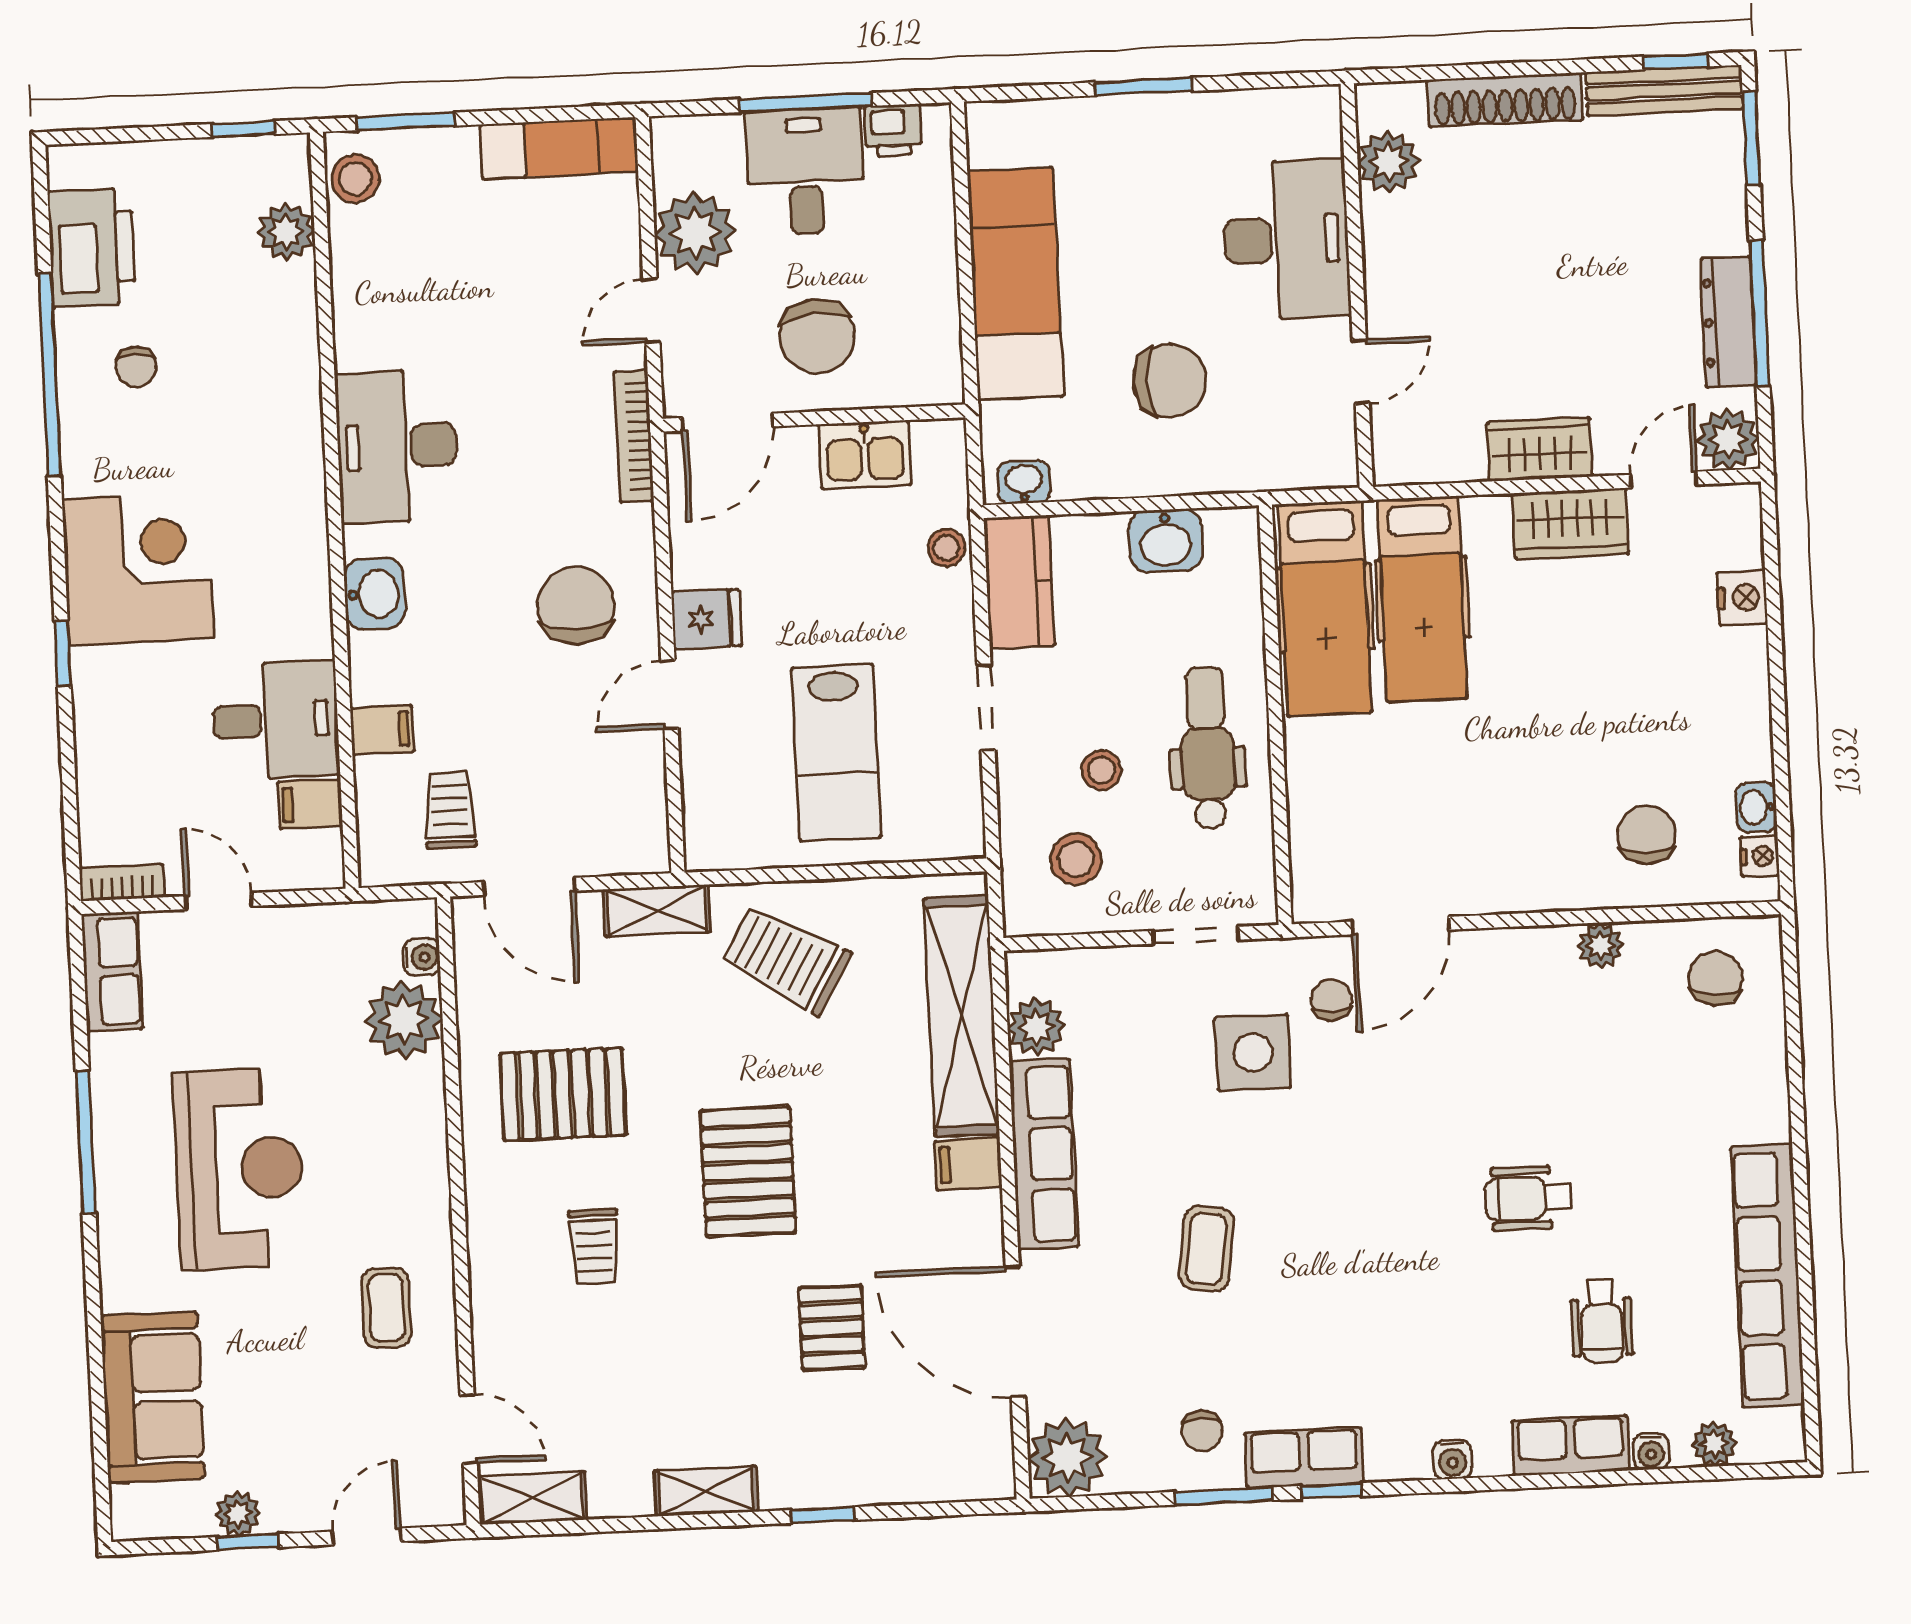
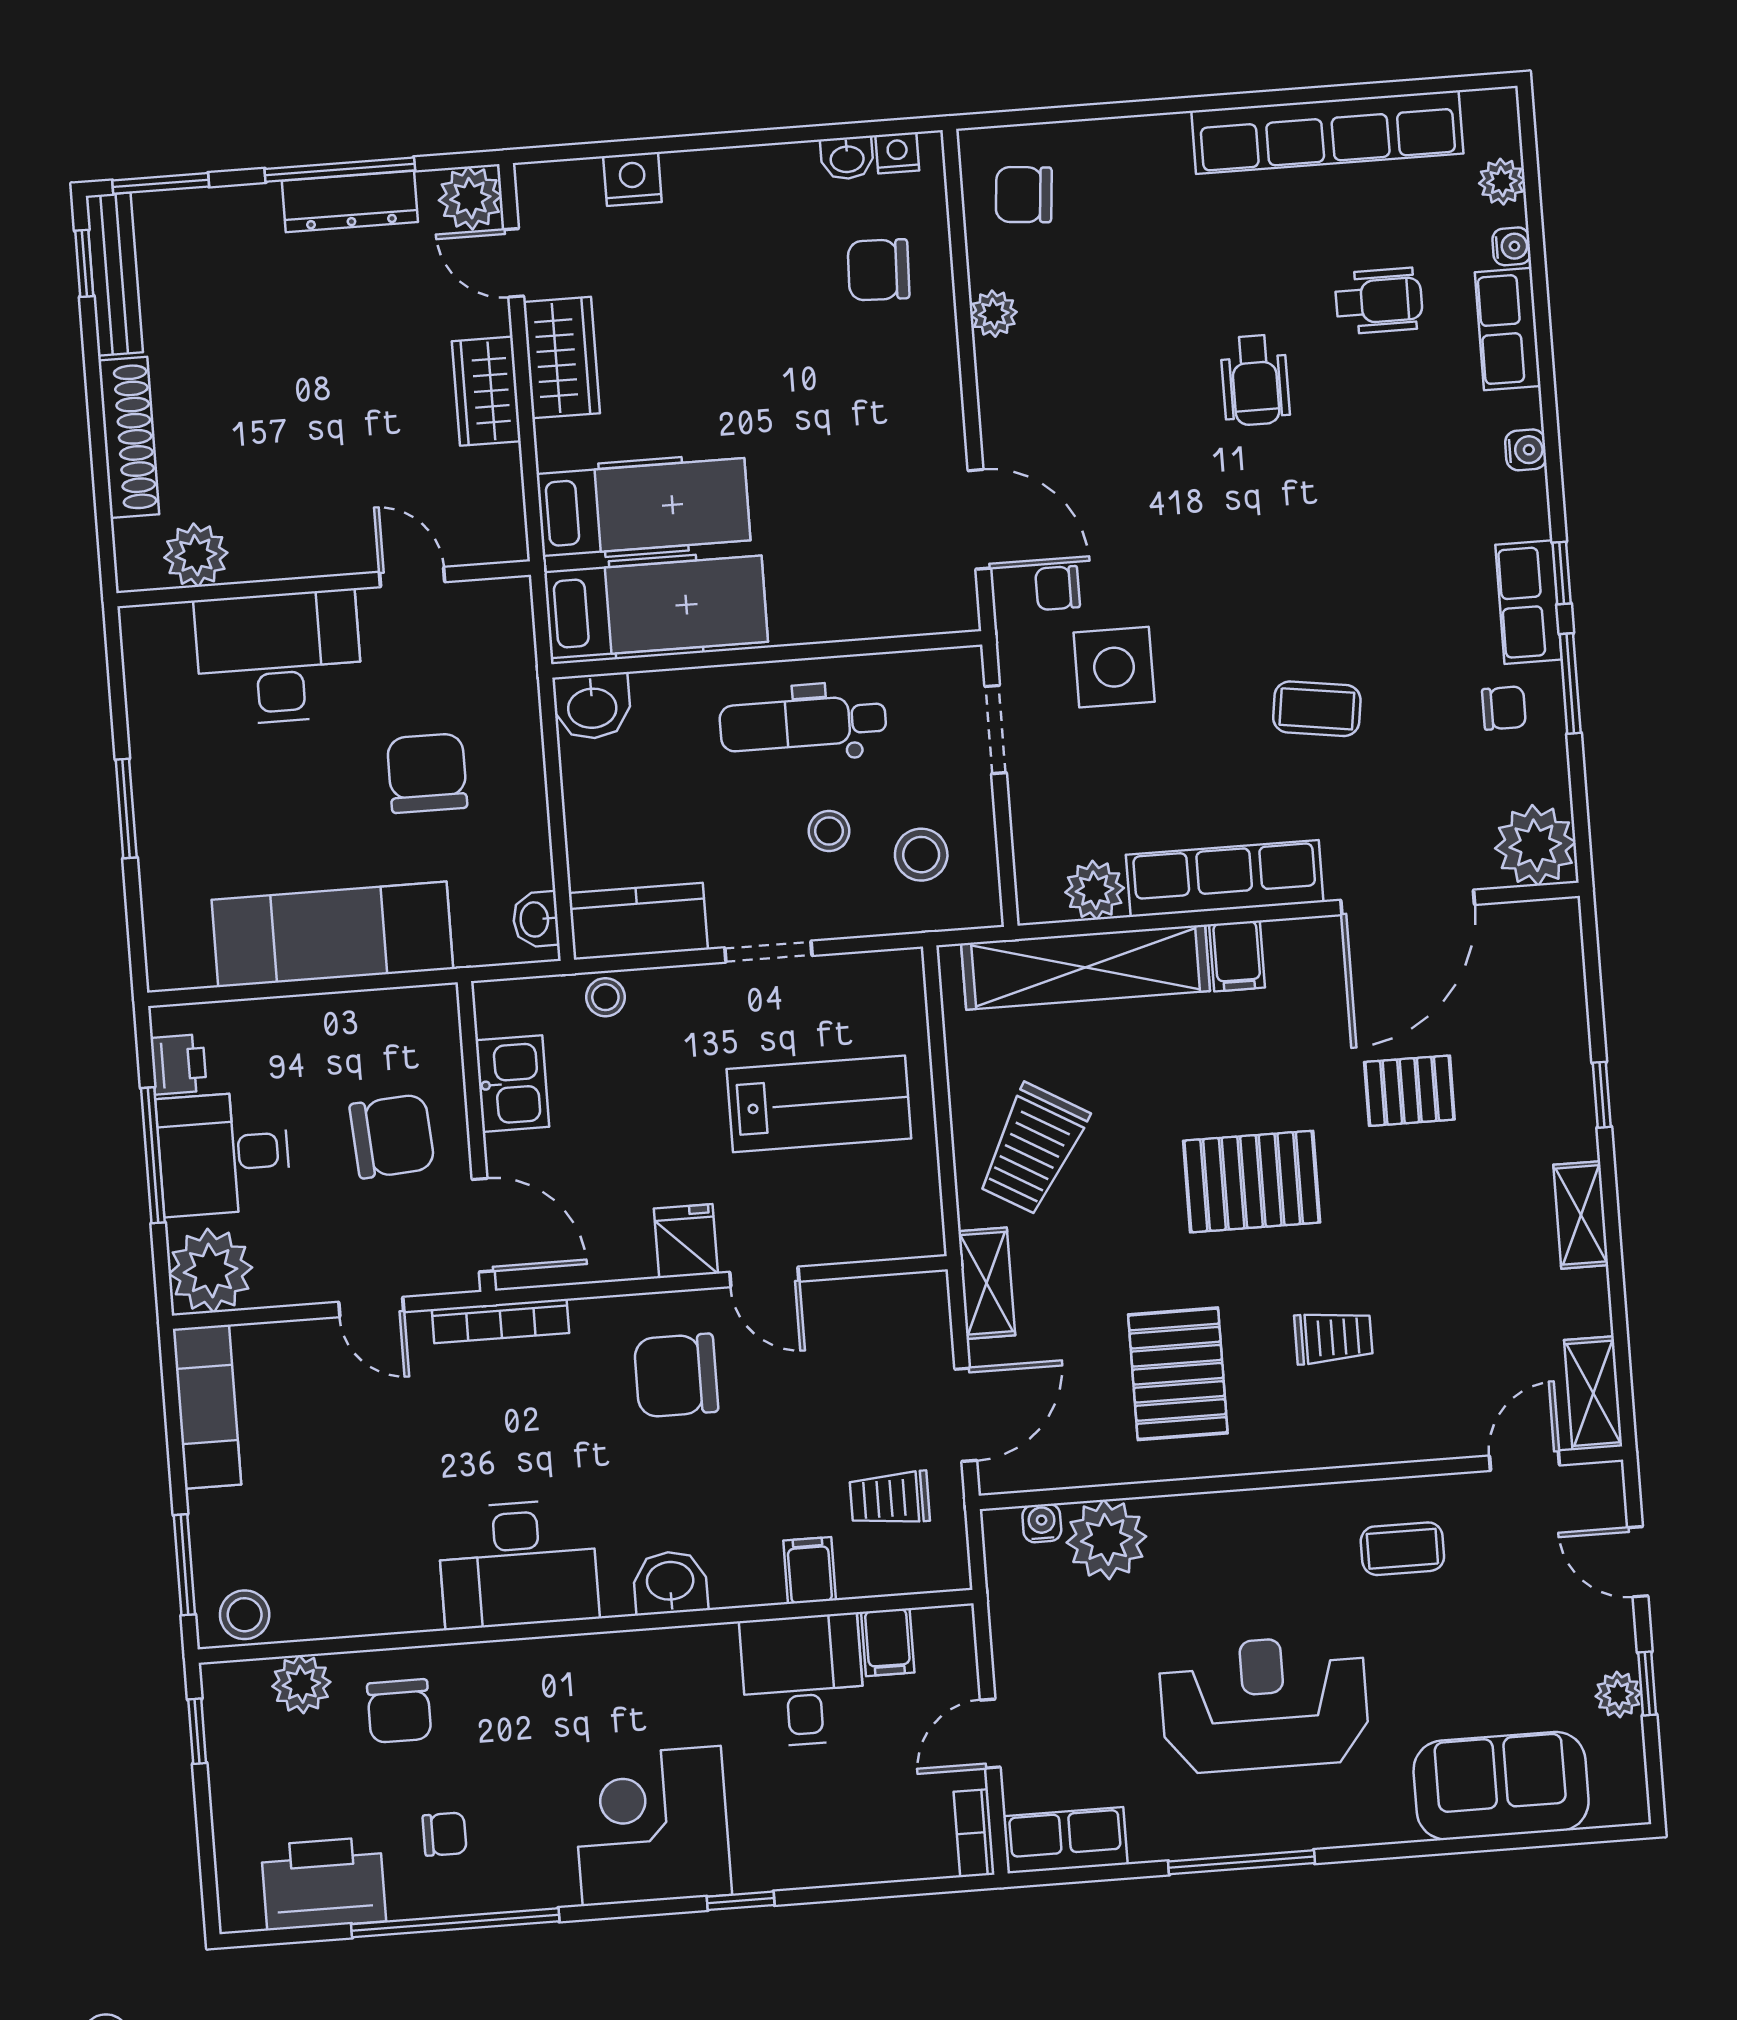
plant: (695, 233) -> (211, 1271), moved
chair: (257, 326) -> (399, 1711), added
washbasin: (1166, 541) -> (592, 706), moved, turned 90

